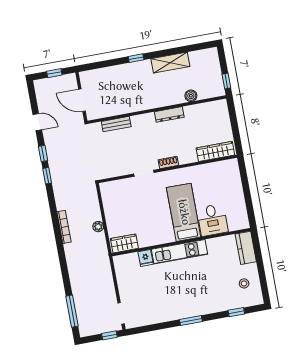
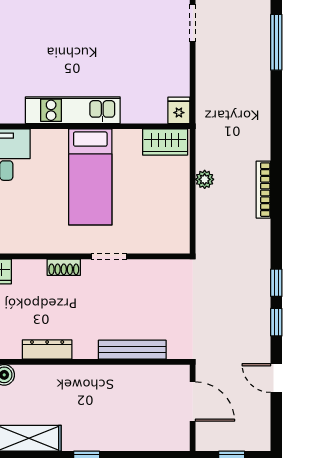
bench: (116, 124) -> (132, 350), width x1.36
bed: (184, 212) -> (90, 177), moved
fridge: (146, 258) -> (179, 110), moved

